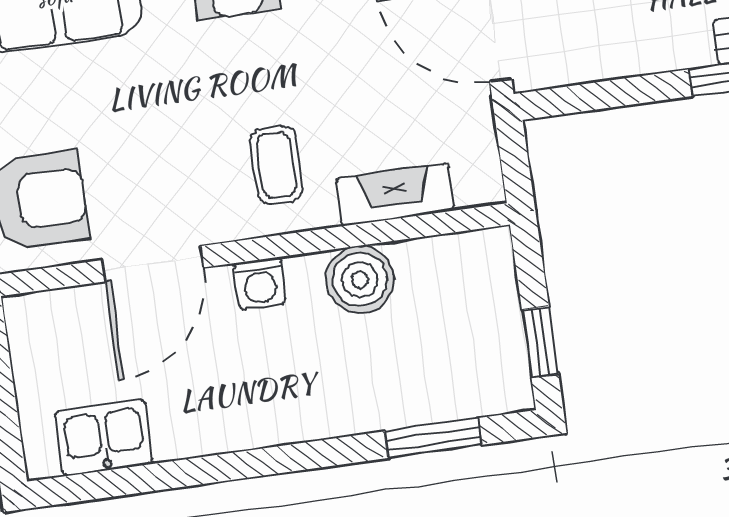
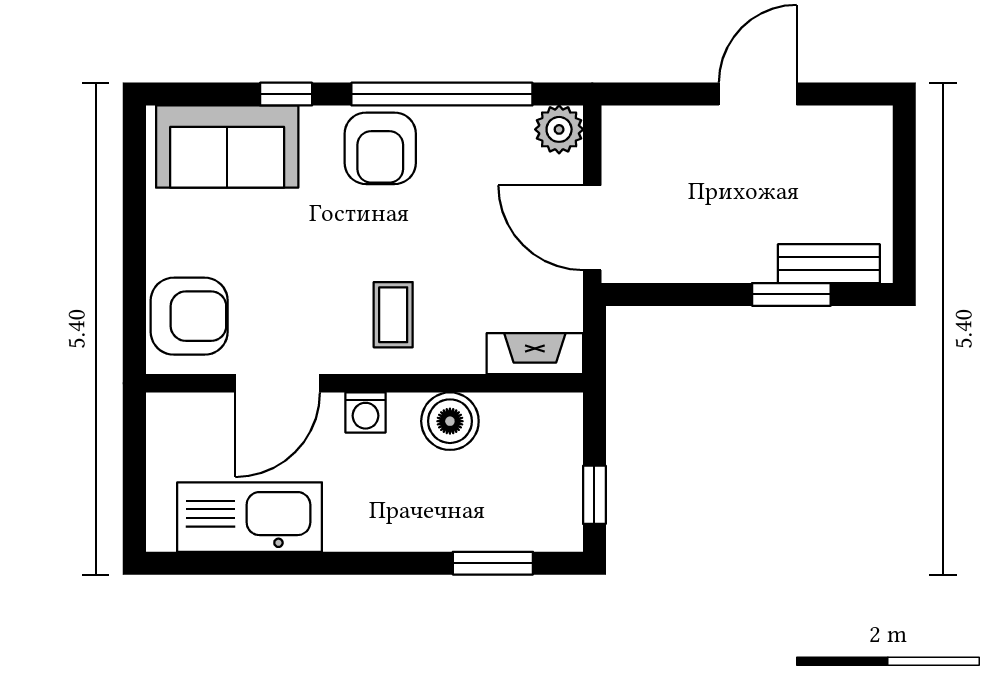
fireplace: (395, 195) -> (535, 354), moved
kitchen sink: (104, 438) -> (250, 517), width x1.88, depth x1.24

